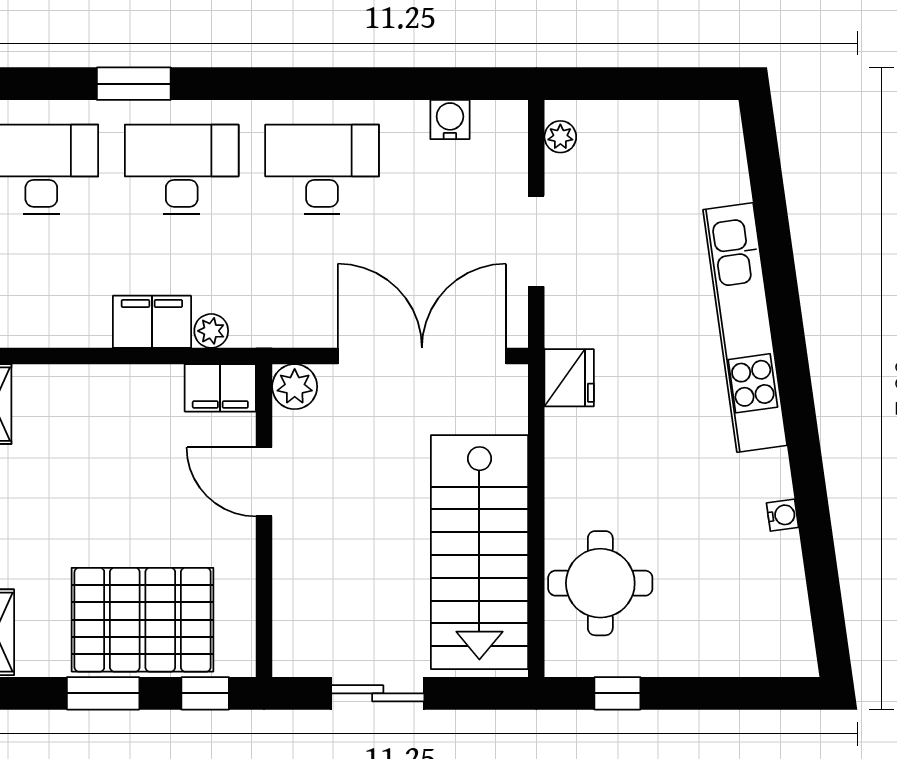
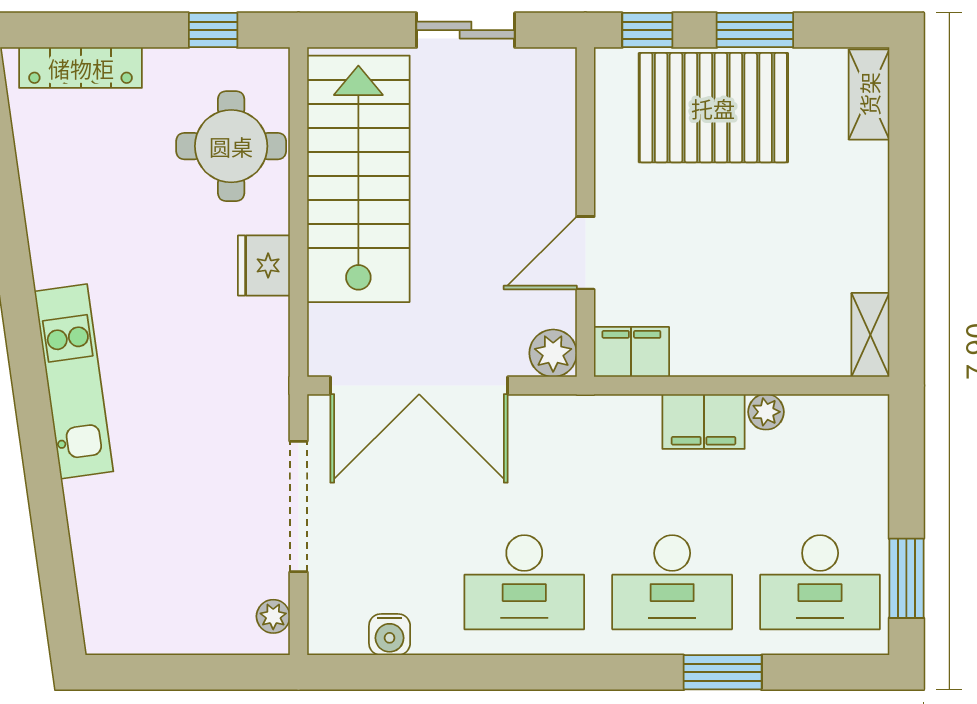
doorway: (536, 241) -> (298, 507), width x1.36
kitchen unit: (745, 327) -> (74, 381), width x0.73
plant: (211, 331) -> (766, 412), moved
fridge: (569, 378) -> (264, 265), moved
door: (264, 482) -> (585, 253), swing flipped
water cooler: (783, 515) -> (39, 218), removed
locker: (743, 658) -> (81, 68), added

